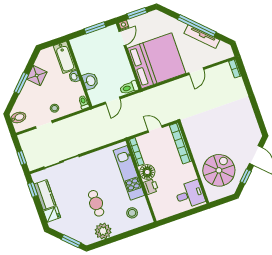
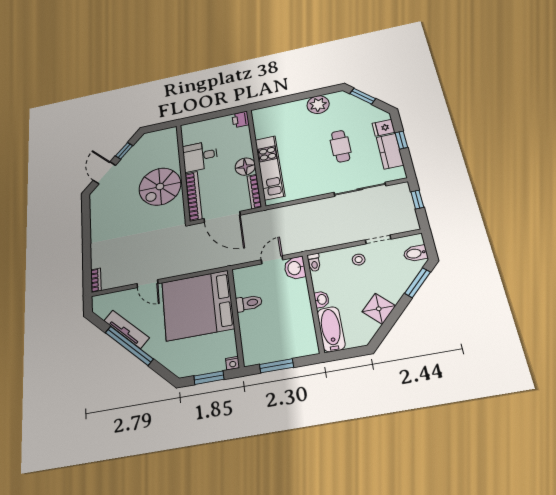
door: (122, 38) -> (239, 344), removed
door: (196, 71) -> (147, 284), swing flipped
washbasin: (90, 81) -> (295, 268), moved
window: (21, 83) -> (417, 283), moved
toilet: (129, 88) -> (249, 303), moved
door: (155, 129) -> (222, 217), width x1.87
spiral stairs: (219, 170) -> (160, 187), moved
printer: (151, 187) -> (240, 119), moved
window: (33, 190) -> (401, 140), moved
desk: (190, 194) -> (200, 156), moved
cafe table: (96, 203) -> (341, 146), moved
stool: (132, 213) -> (276, 122), removed

